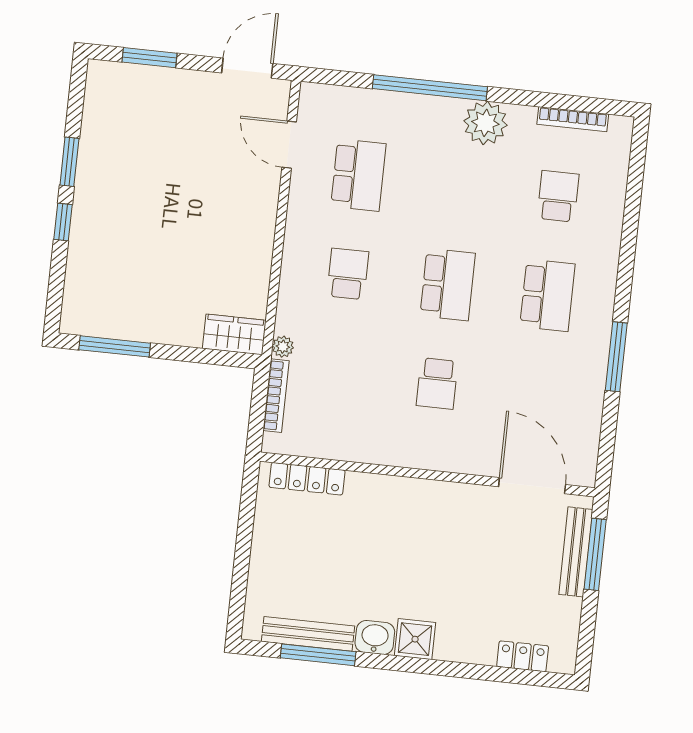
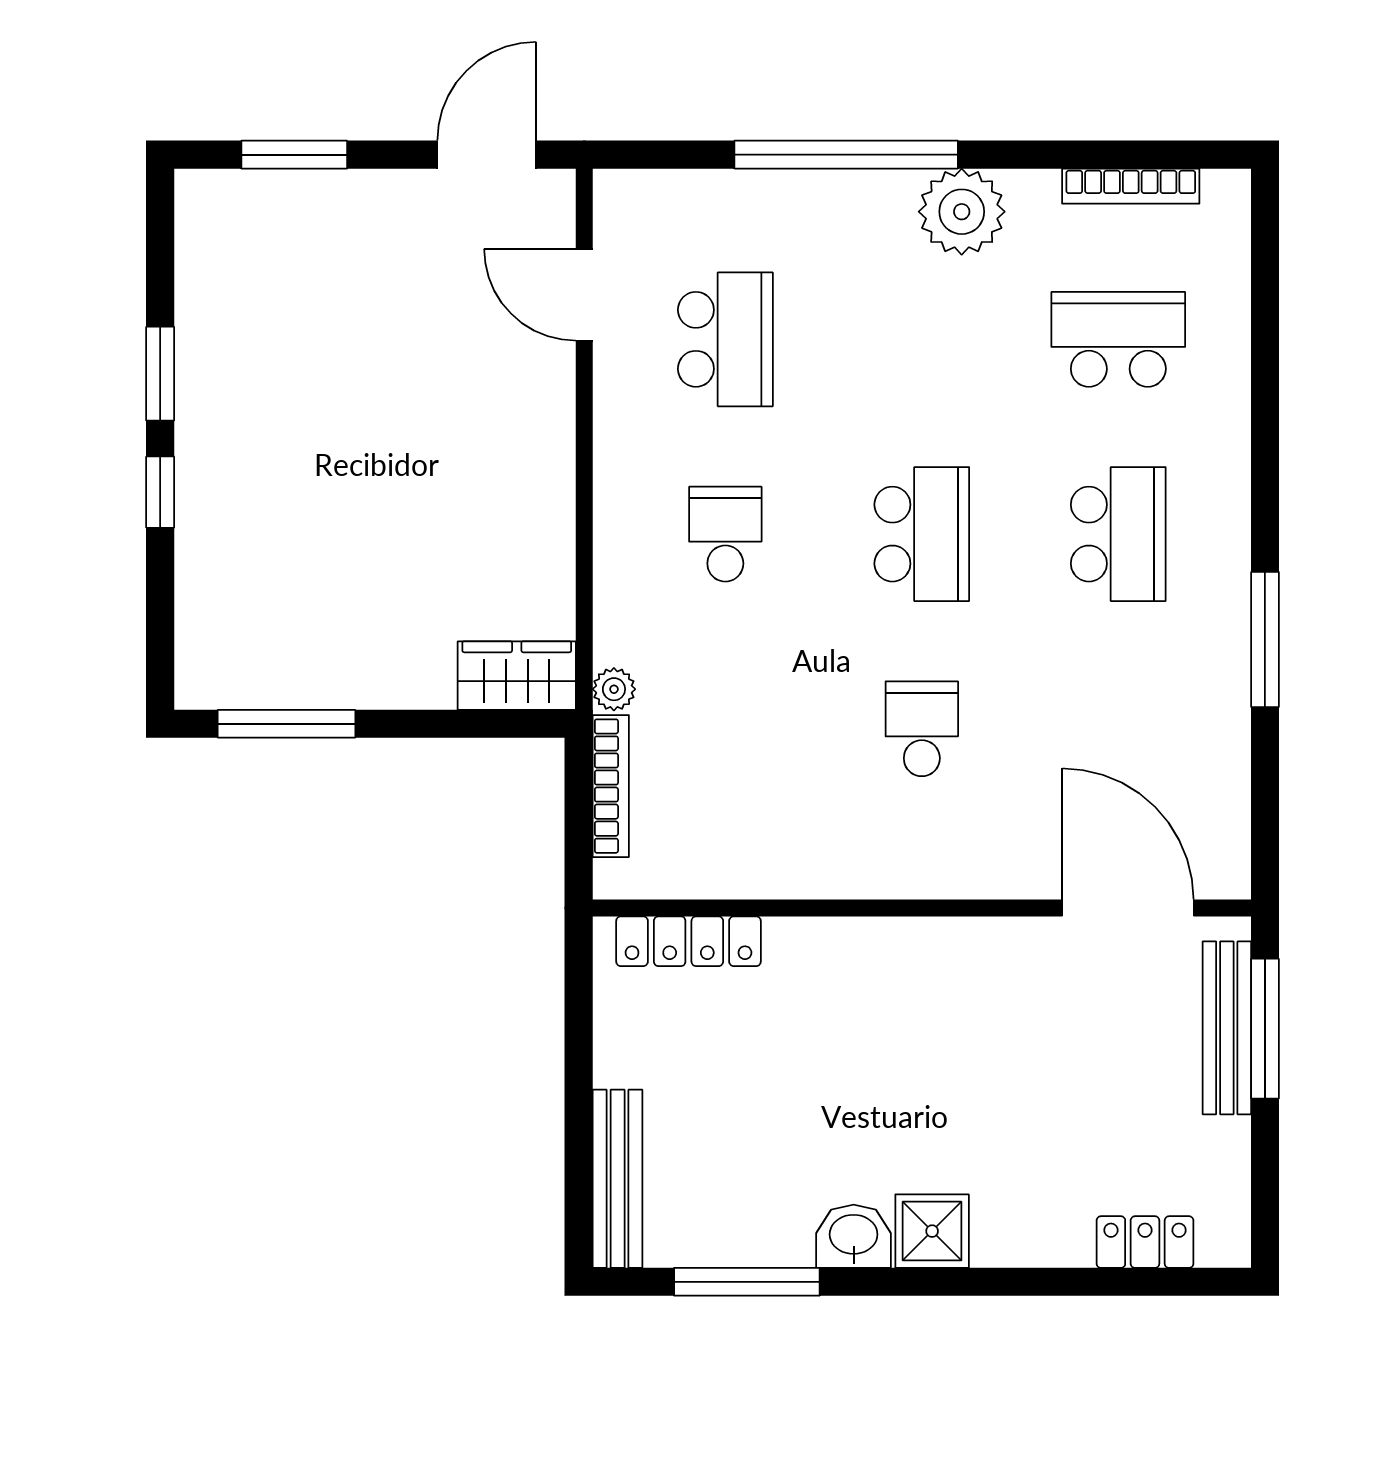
school desk: (558, 196) -> (1118, 339), width x1.85
school desk: (437, 383) -> (922, 729), turned 180
bench: (308, 634) -> (618, 1179), moved, turned 90

